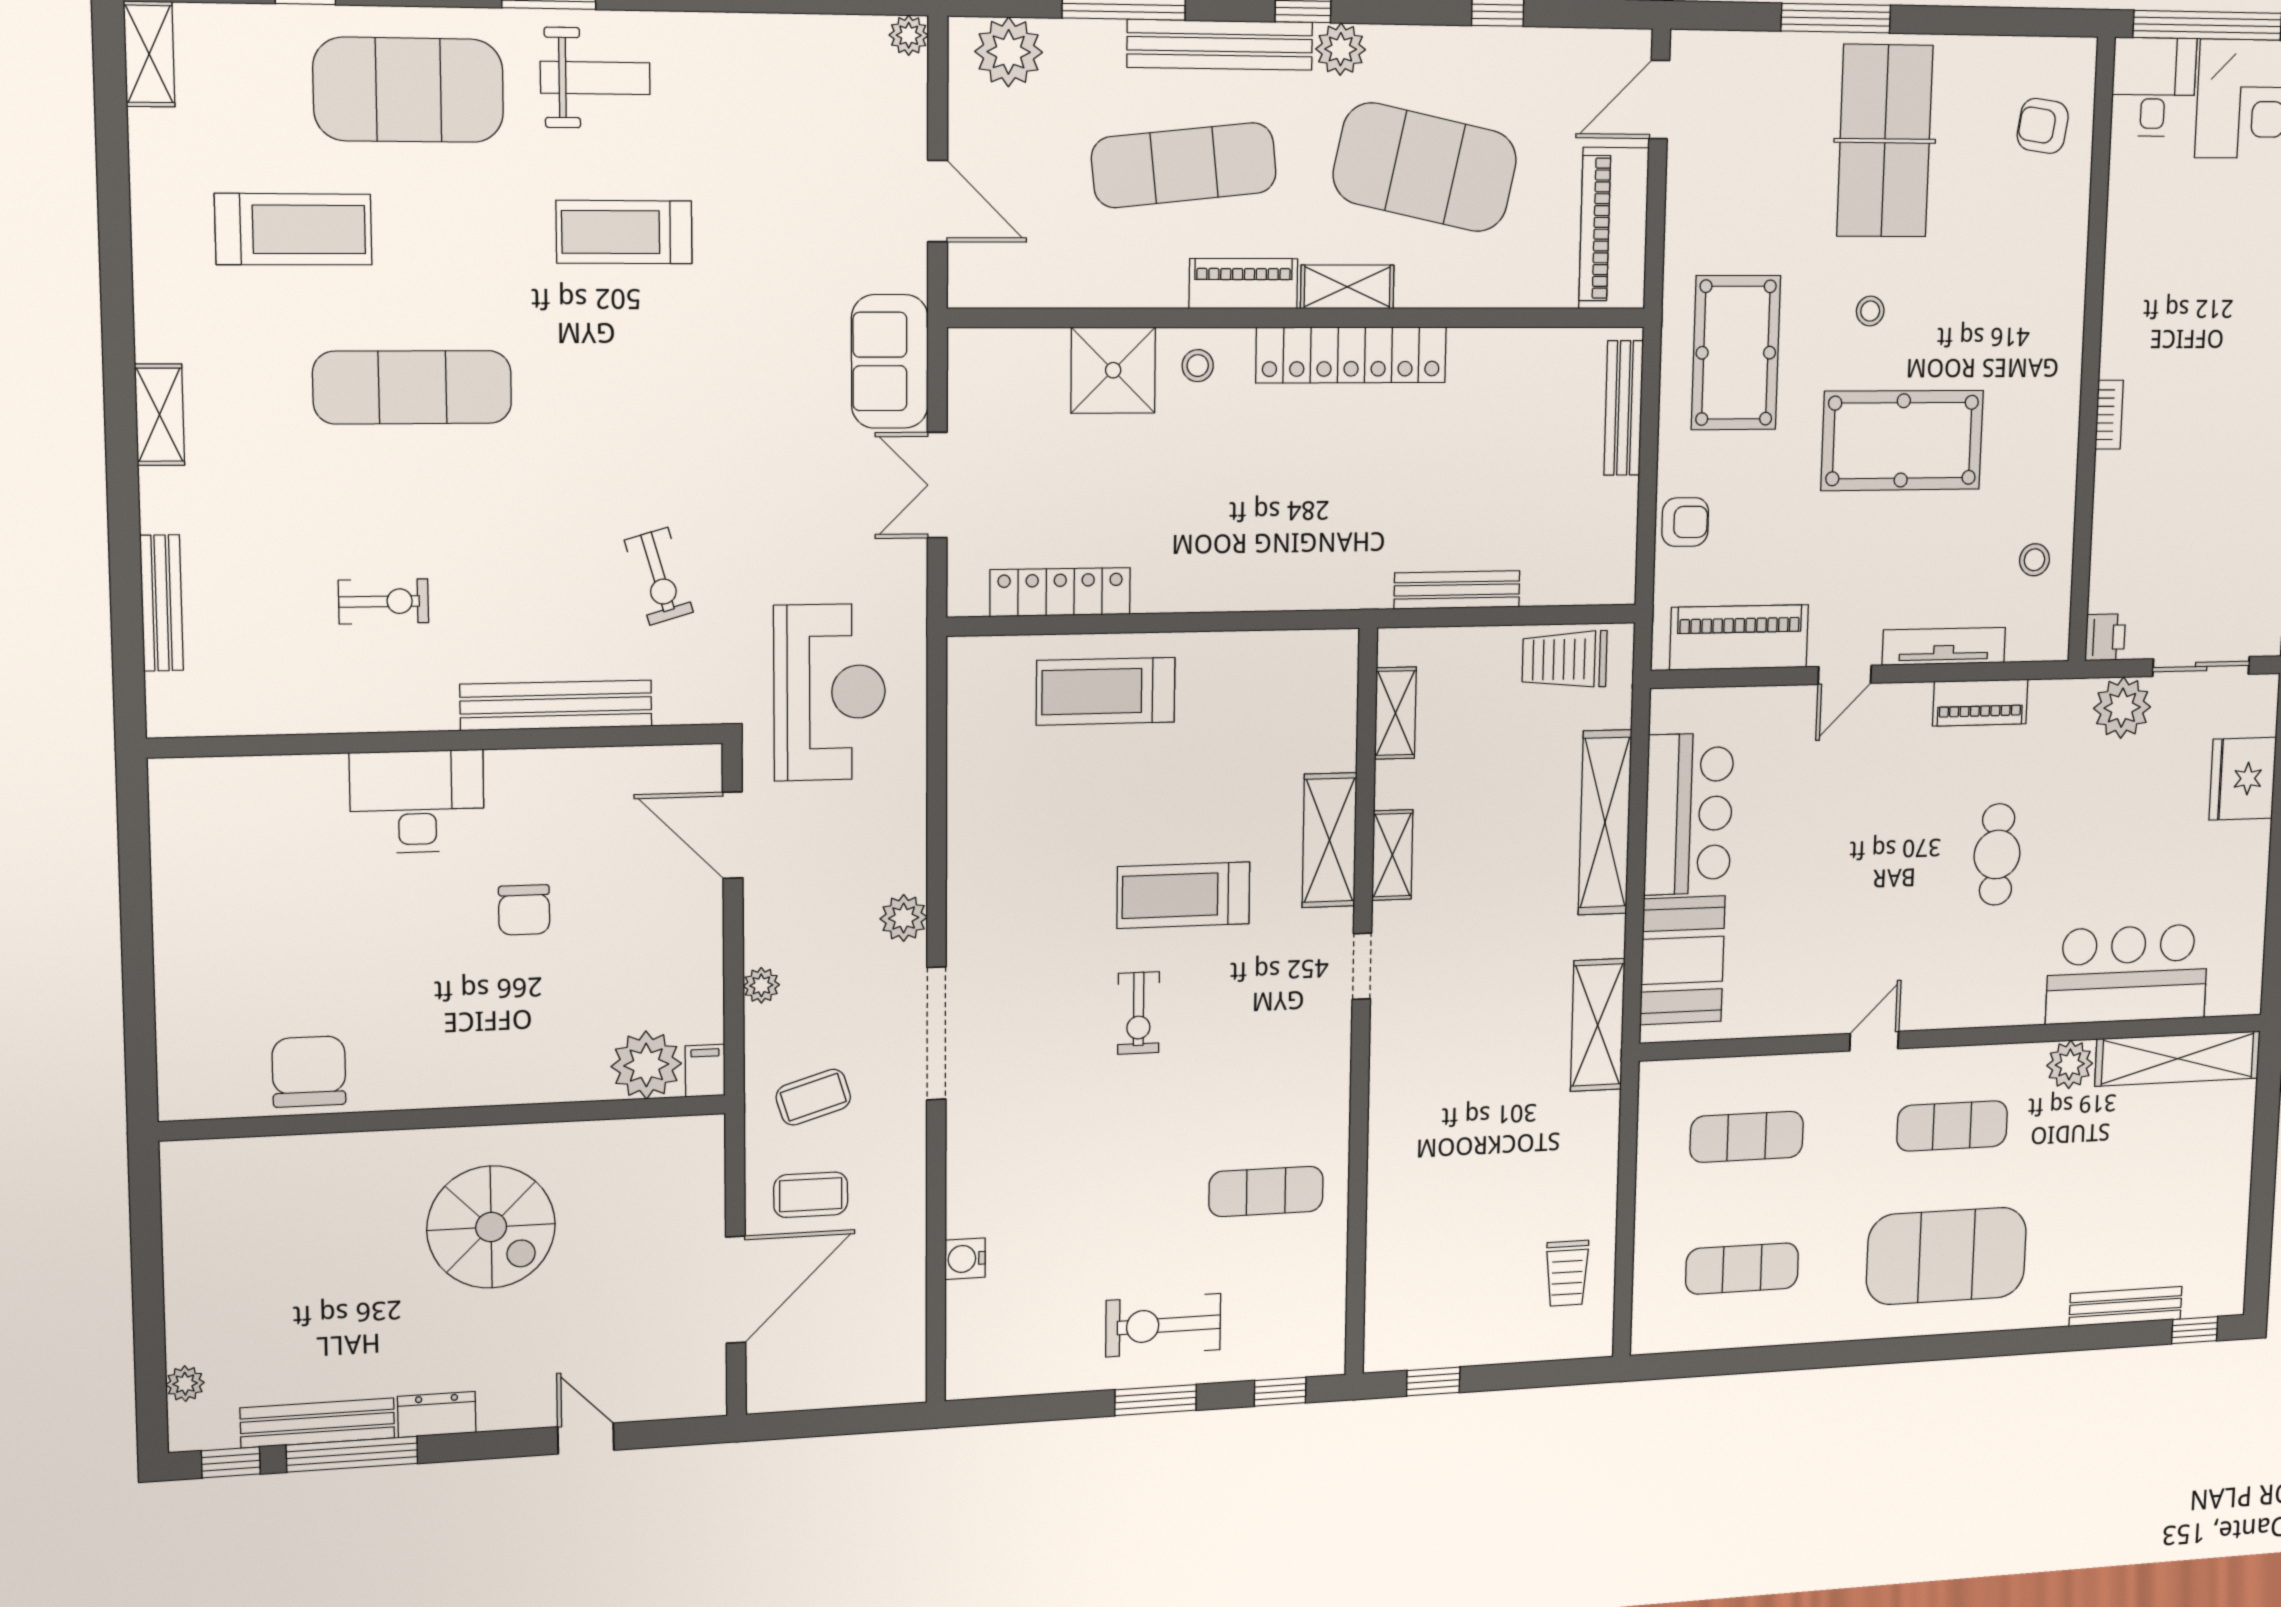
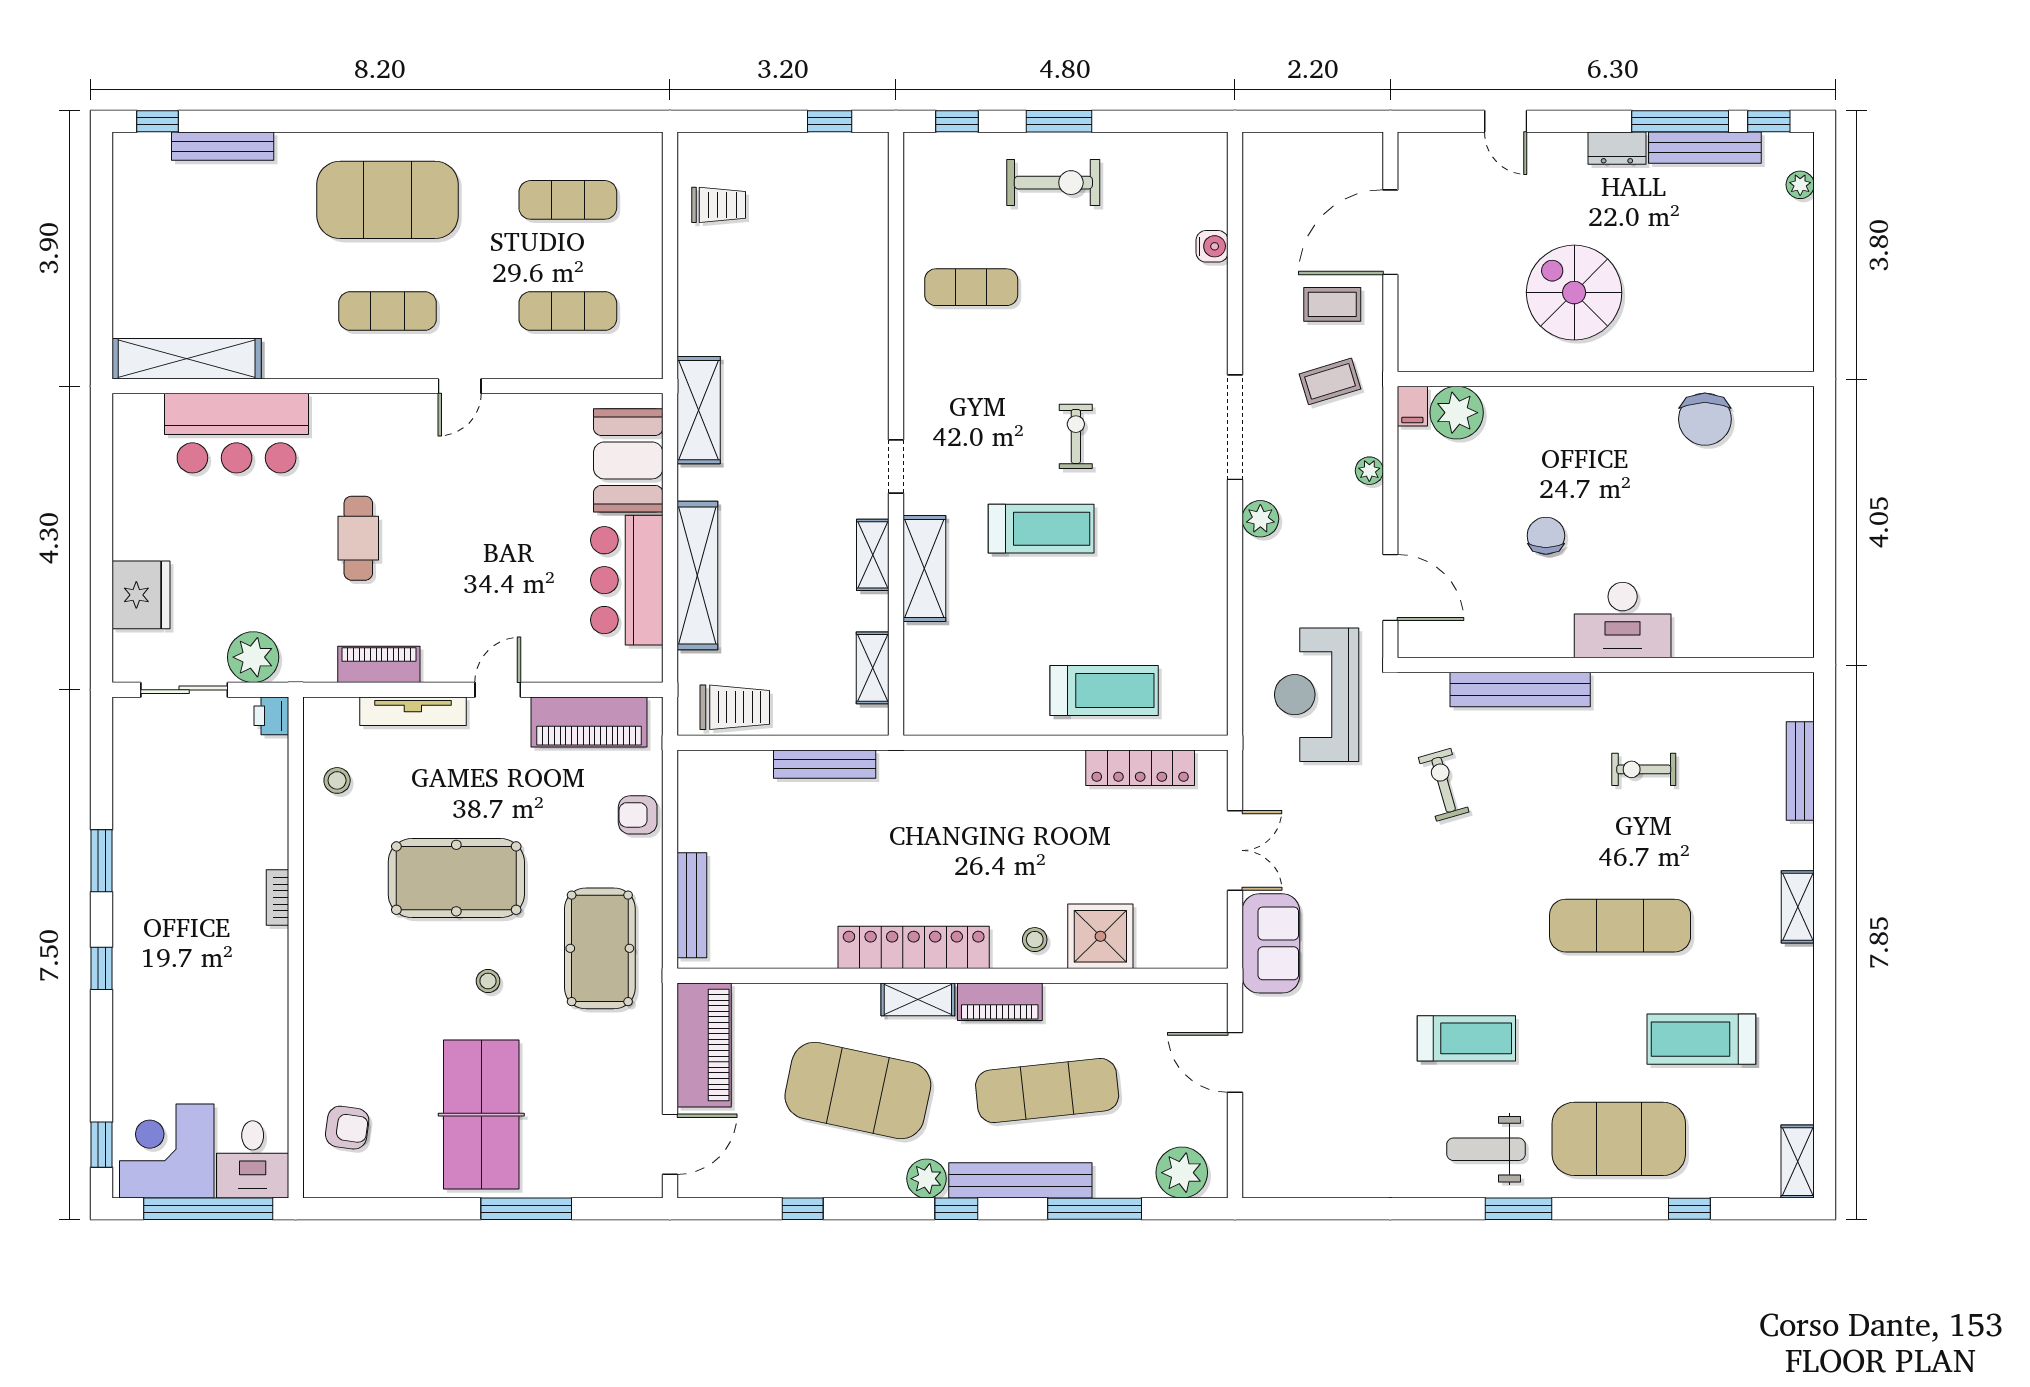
plant: (909, 35) -> (1257, 1184), removed
plant: (2070, 1064) -> (285, 358), removed
trolley: (1567, 1273) -> (719, 205), turned 90

